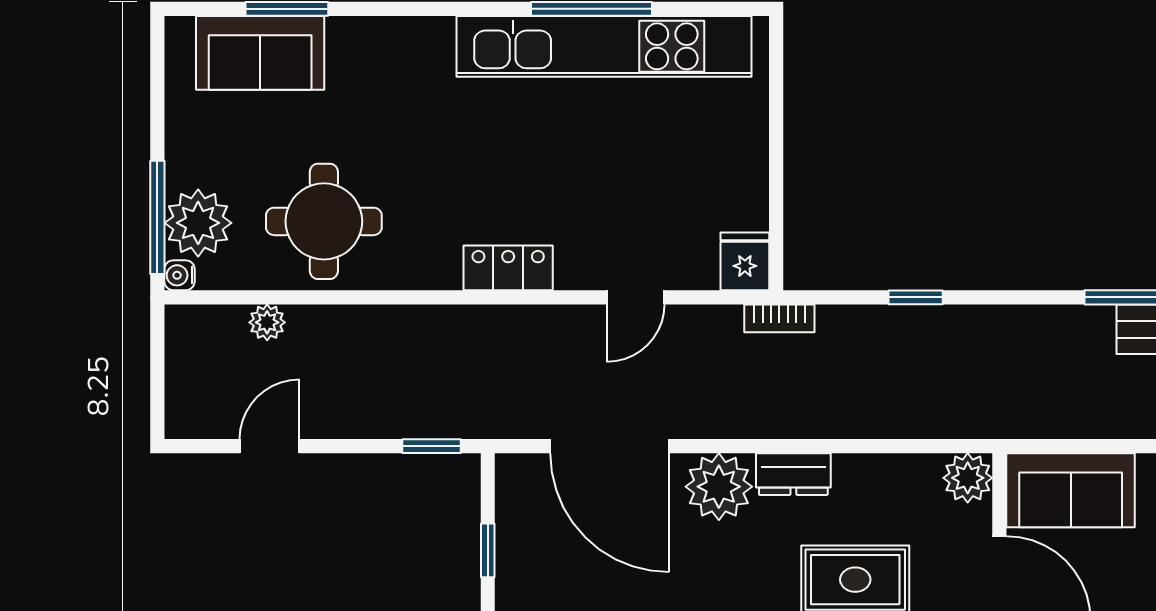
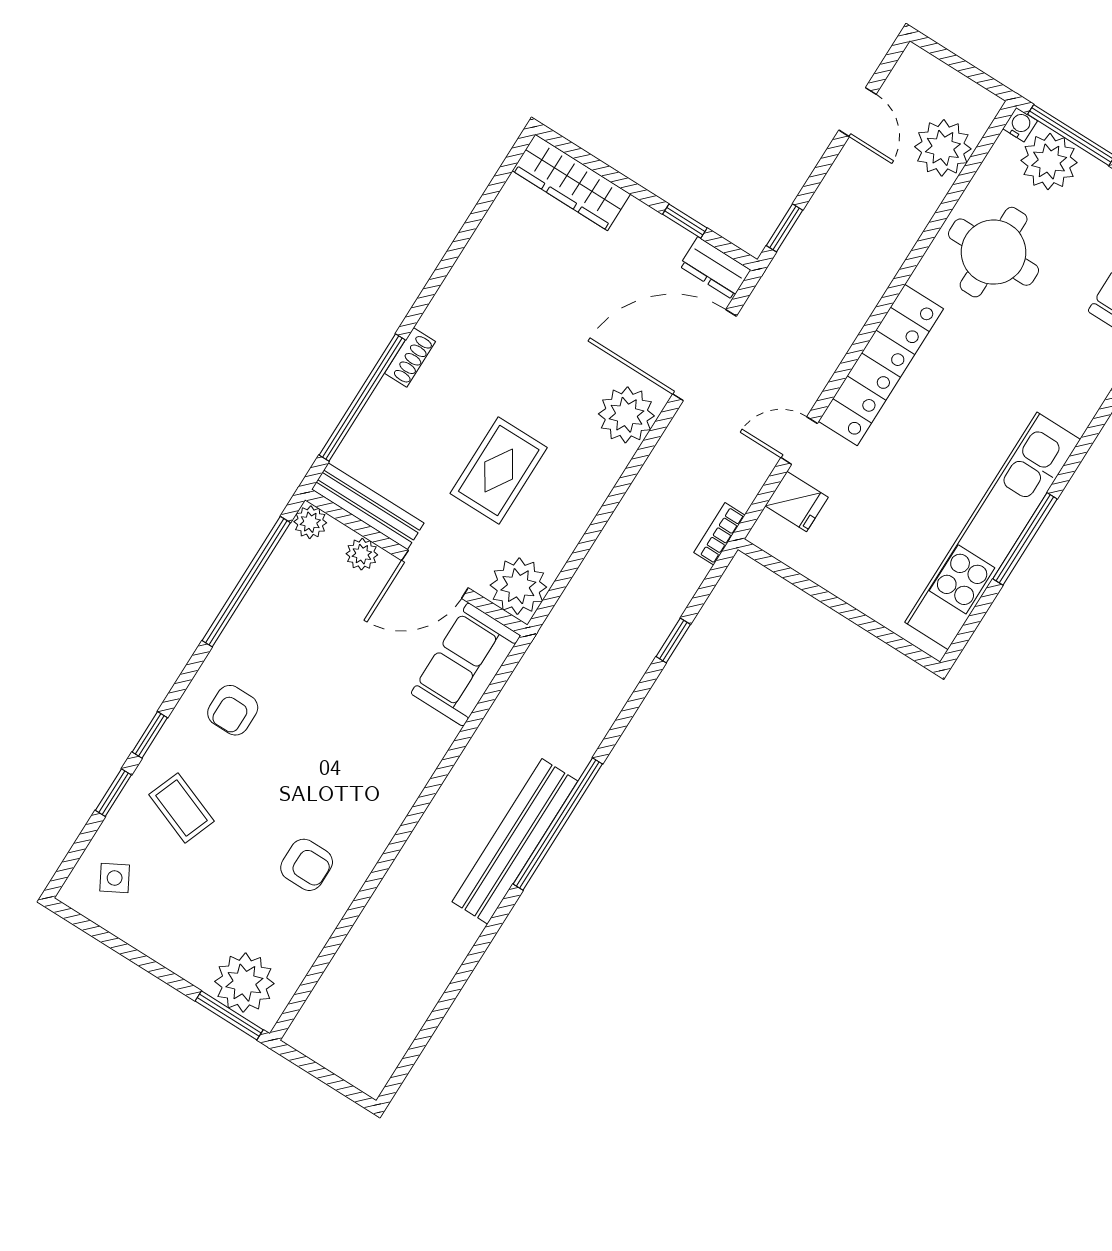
fridge: (745, 261) -> (797, 502), moved
locker: (508, 268) -> (881, 365), width x2.16, depth x1.21
door: (636, 297) -> (799, 441), hinge flipped
plant: (267, 322) -> (943, 148), width x1.87, depth x1.87
dresser: (793, 474) -> (715, 268), moved, turned -90
plant: (968, 478) -> (518, 586), width x1.36, depth x1.36

